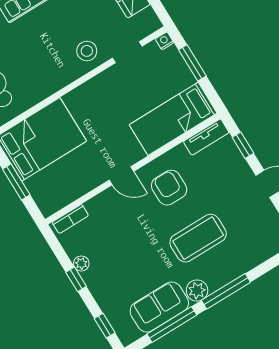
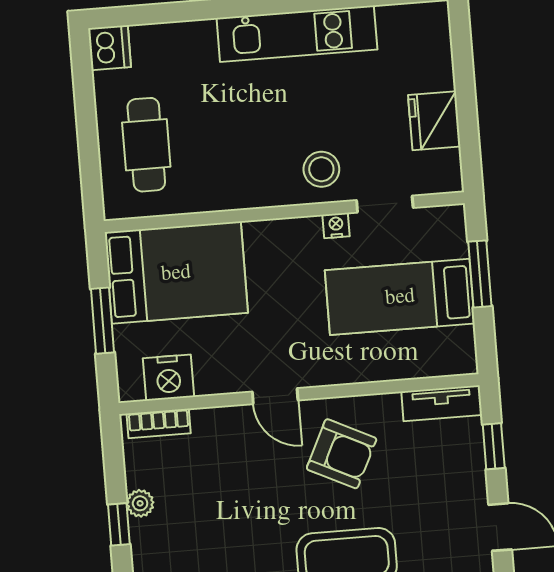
nightstand: (164, 41) -> (336, 225), moved
bed: (173, 119) -> (400, 297), moved
armchair: (169, 188) -> (342, 454), turned 116
nightstand: (64, 194) -> (169, 378), added

